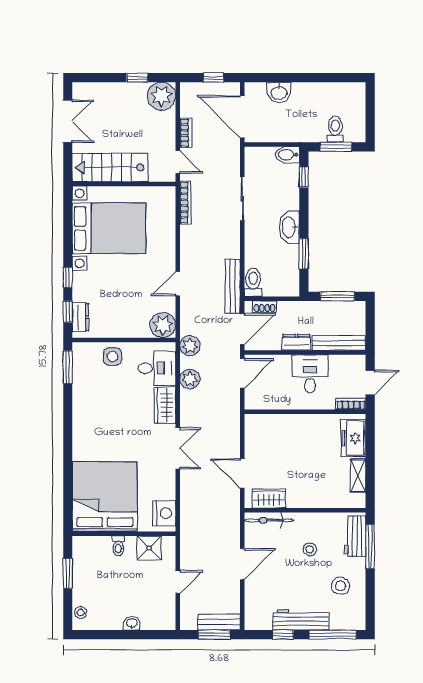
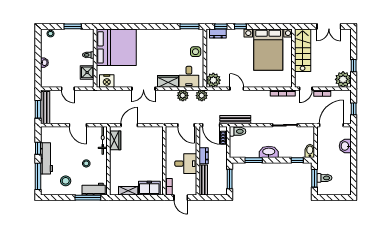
bench: (219, 622) -> (45, 108), width x1.36

